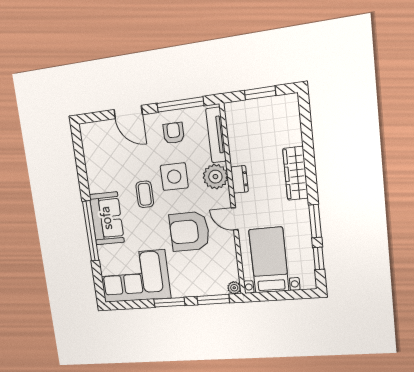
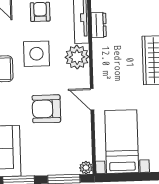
dresser: (239, 179) -> (99, 25), moved
armchair: (189, 231) -> (46, 109), width x0.73, depth x0.73

